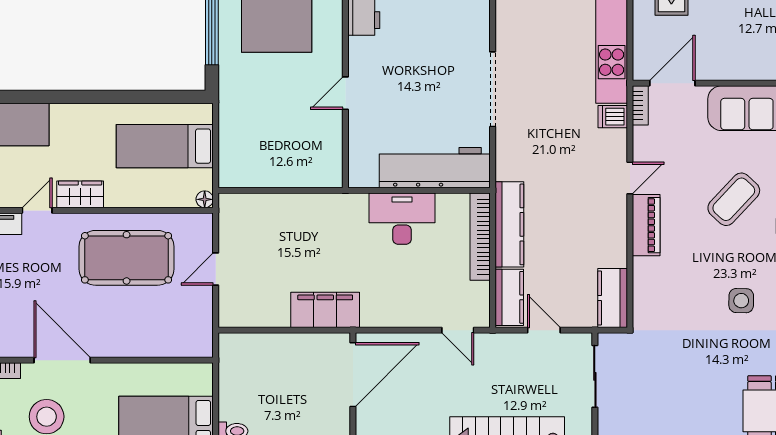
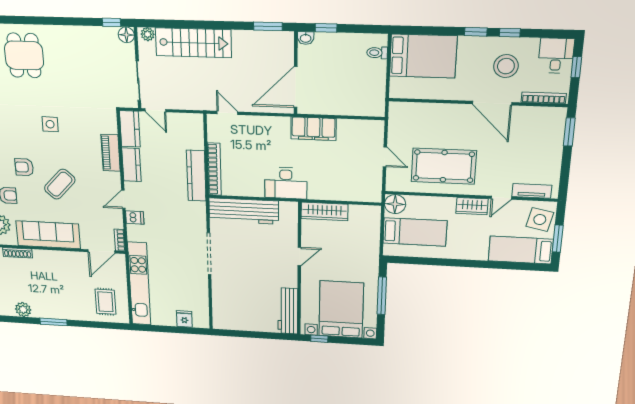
dishwasher: (613, 117) -> (135, 218), moved
wardrobe: (306, 174) -> (324, 211), added
floor lamp: (205, 199) -> (395, 204), width x1.89, depth x1.89
desk: (402, 219) -> (286, 183), moved
piano: (646, 225) -> (111, 153), moved
door: (216, 269) -> (385, 157), hinge flipped
kitchen counter: (509, 297) -> (131, 165), moved, turned 180
door: (544, 330) -> (155, 110), moved

